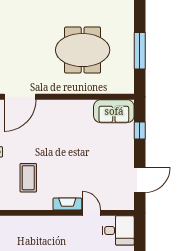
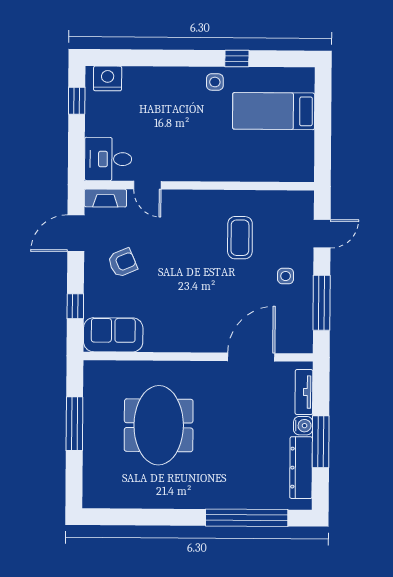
meeting table: (83, 50) -> (159, 425), turned 90
armchair: (108, 160) -> (123, 263), added
fireplace: (67, 204) -> (105, 198), moved

